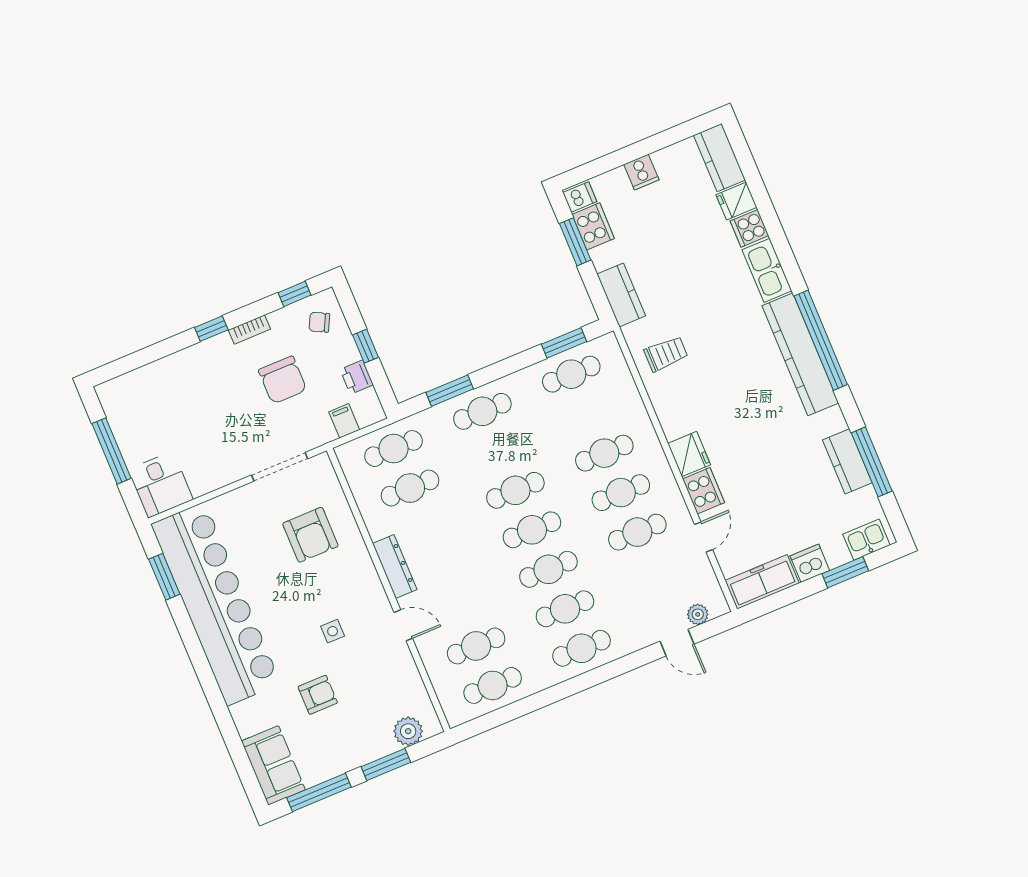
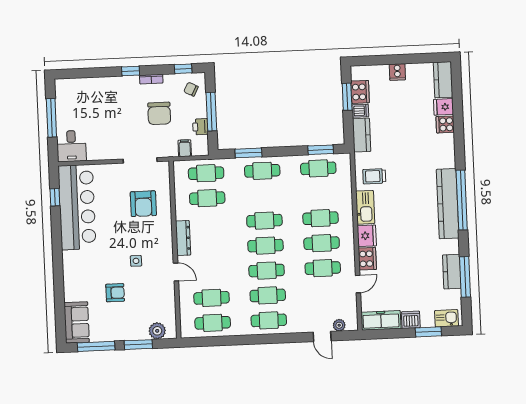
dishwasher: (580, 197) -> (360, 111), moved
kitchen sink: (767, 270) -> (365, 207), moved, turned 180
window: (365, 346) -> (211, 112), width x2.17
trolley: (666, 354) -> (374, 176), turned 180
window: (164, 577) -> (55, 197), width x0.67
bar counter: (216, 604) -> (77, 207), width x0.73

